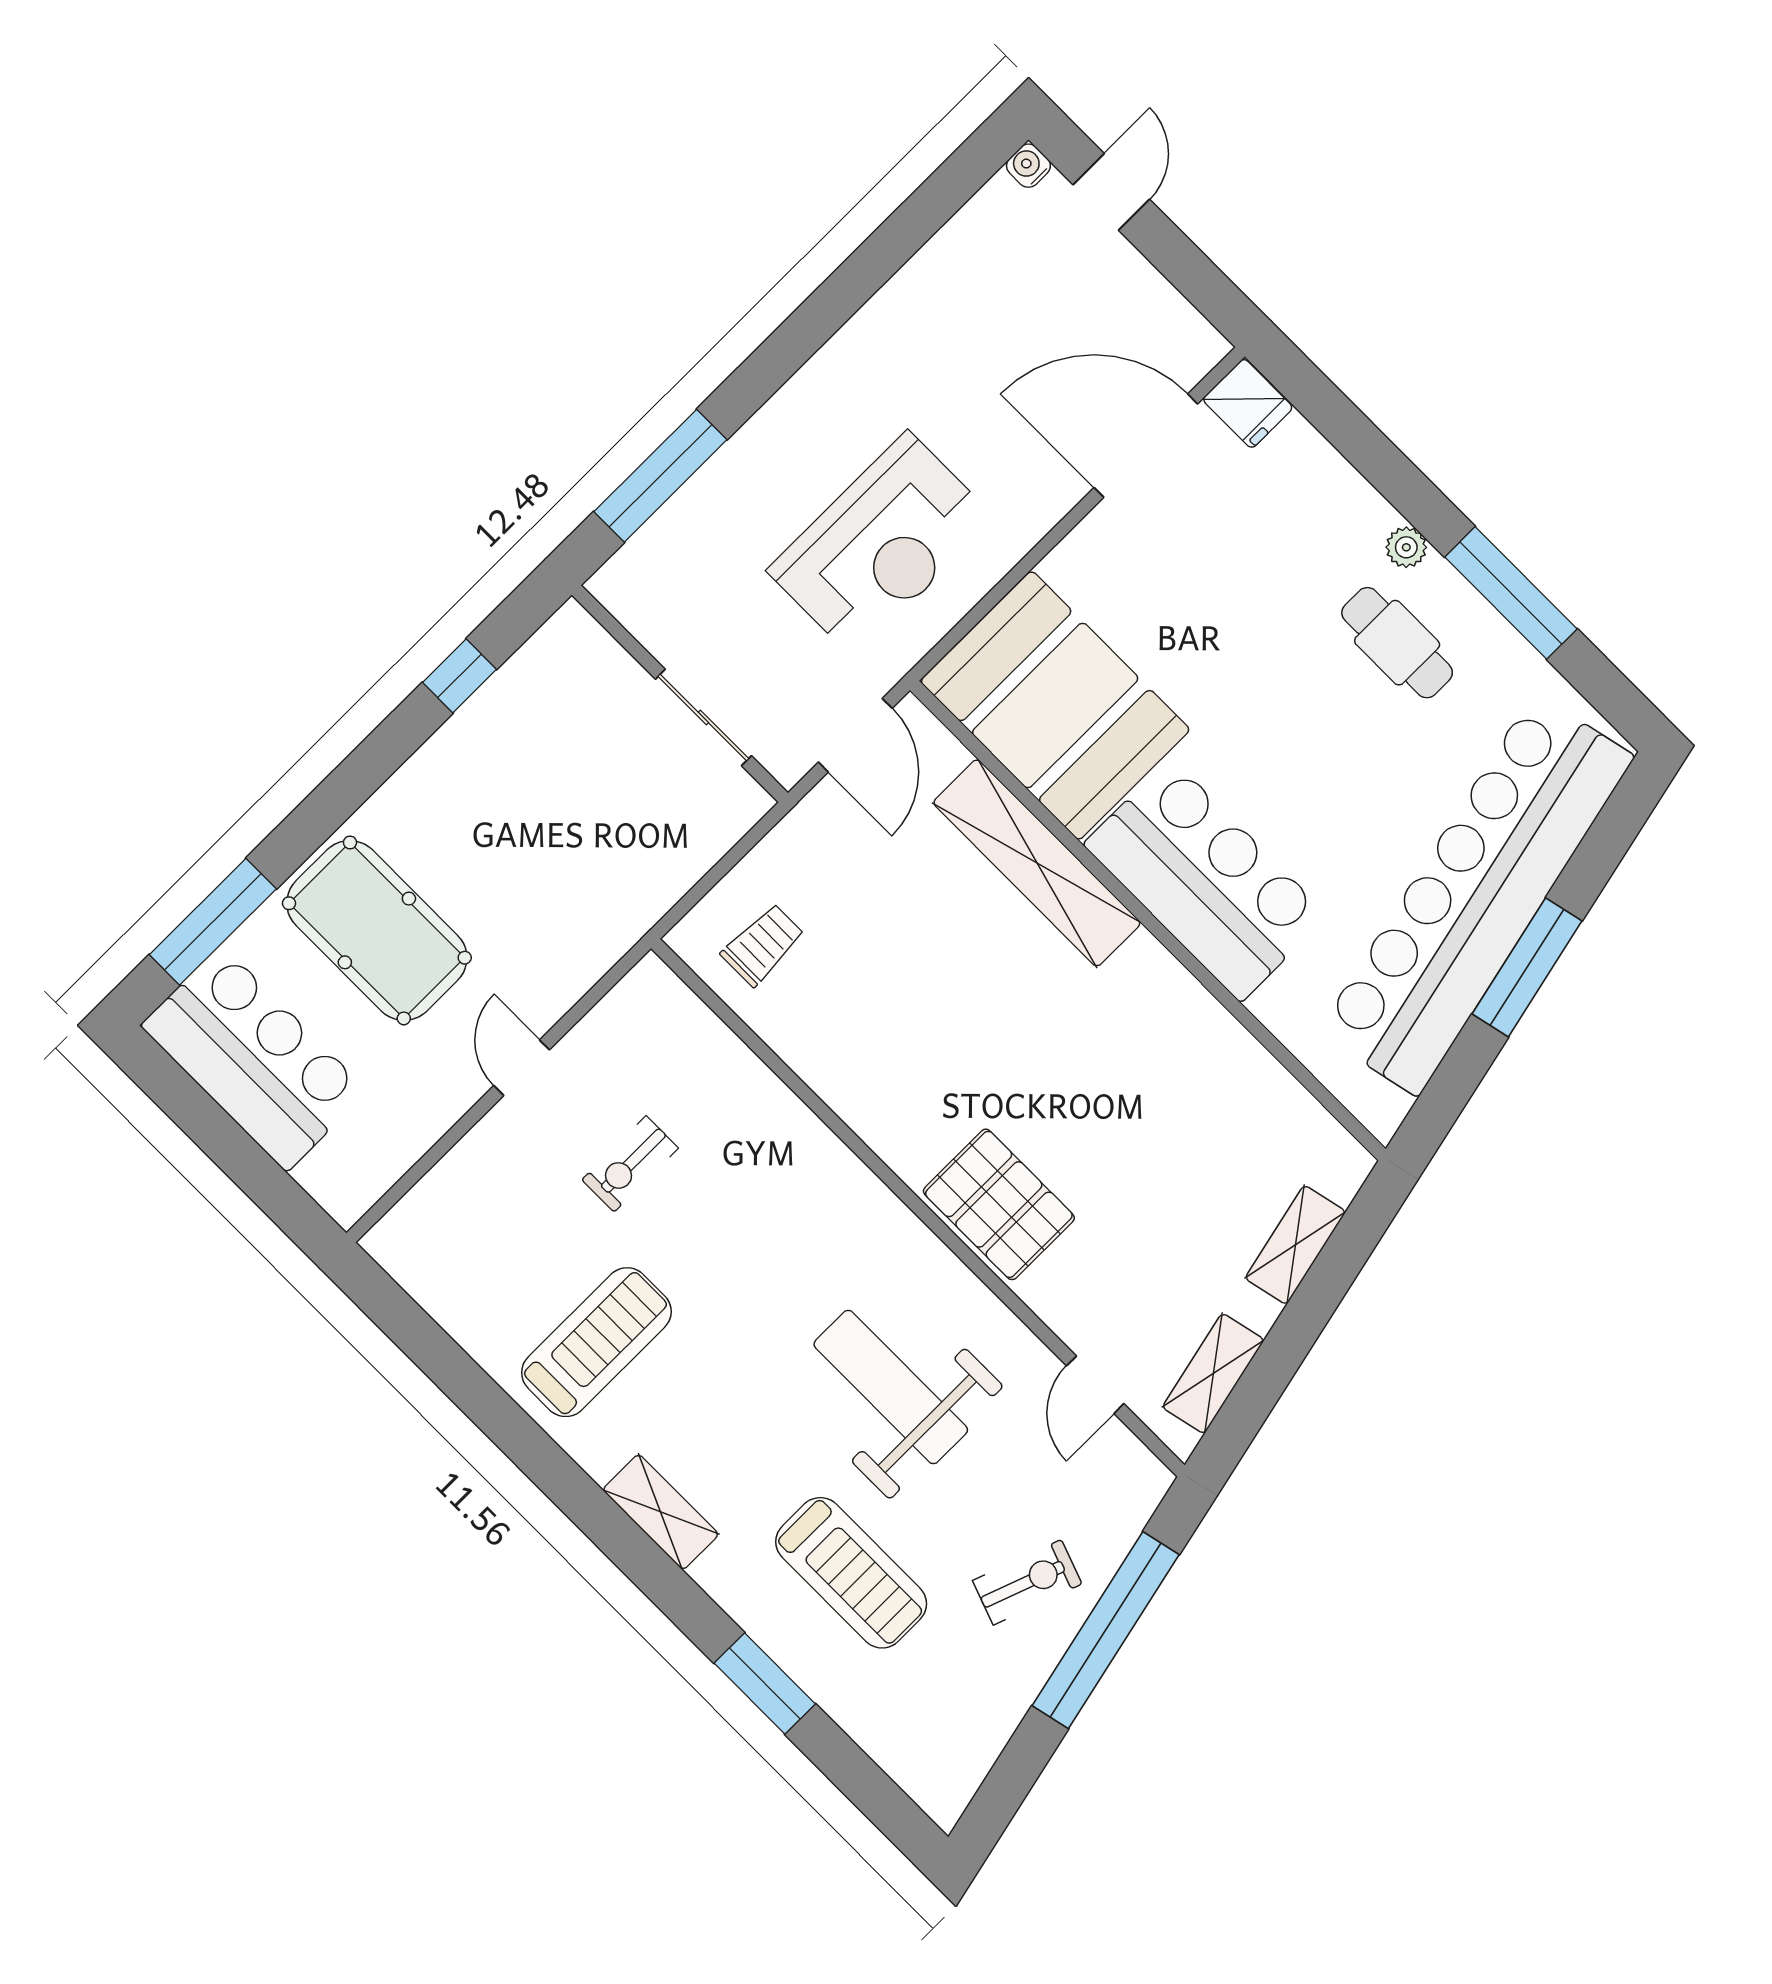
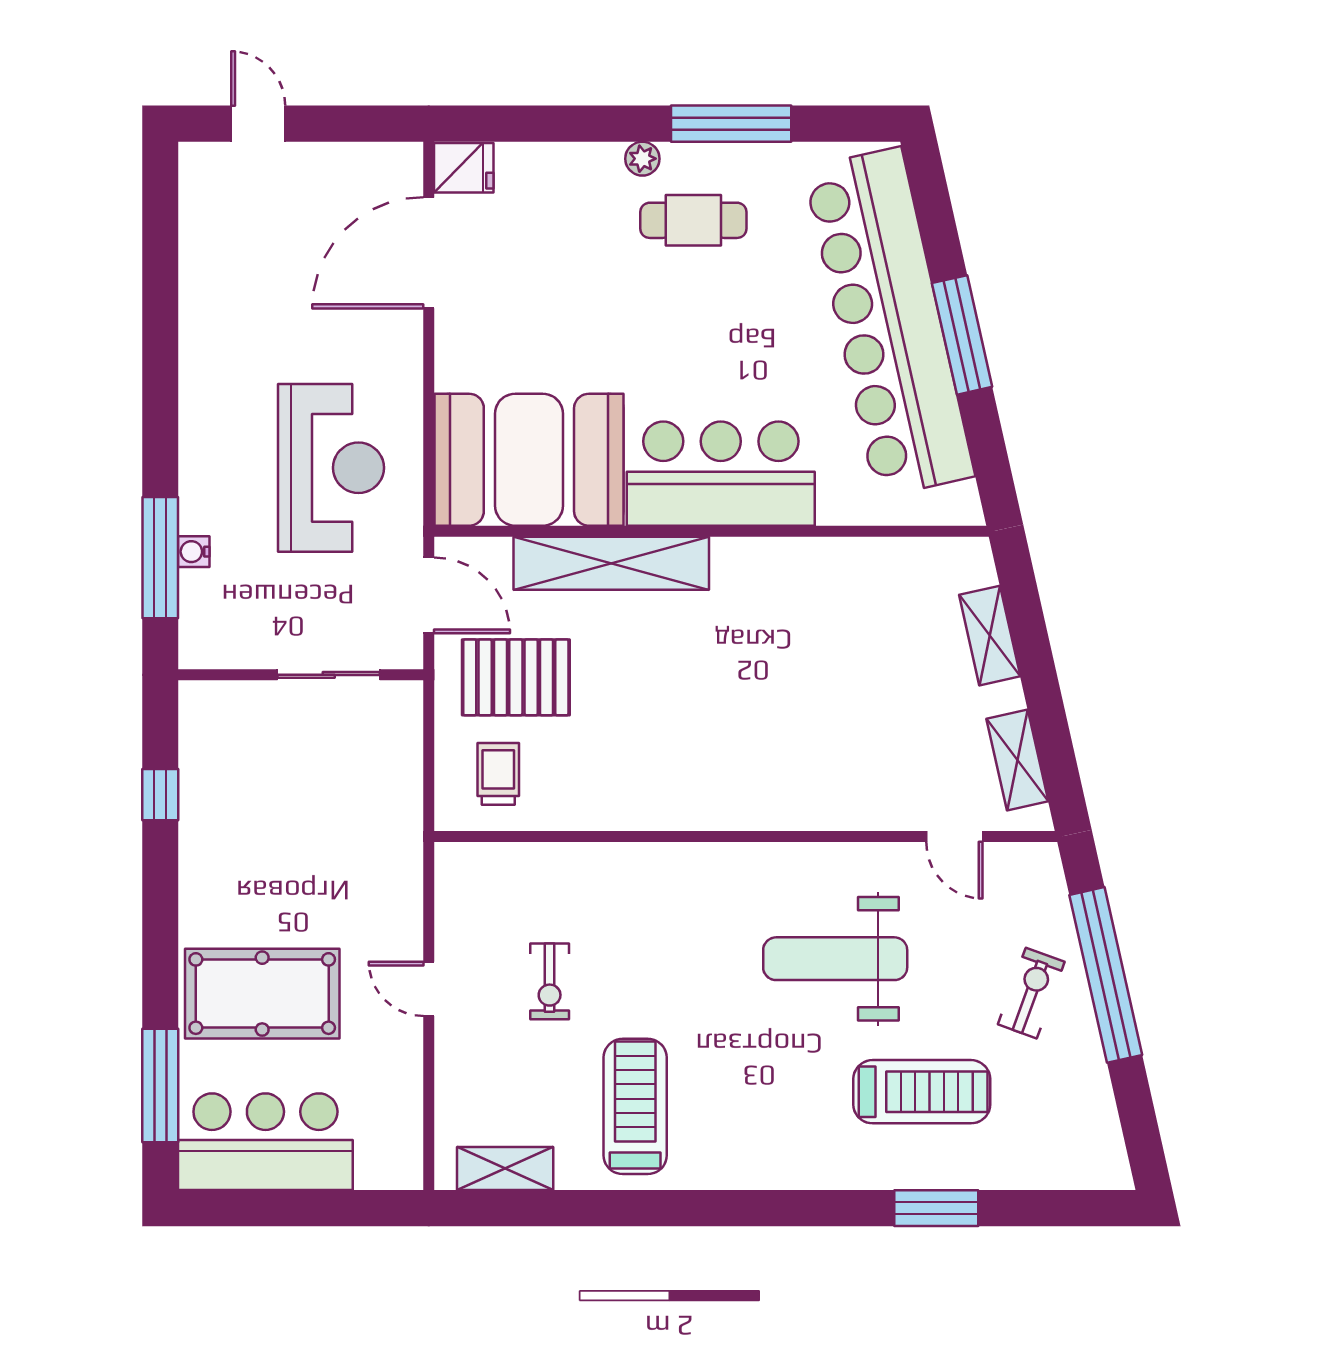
water cooler: (1028, 166) -> (194, 552), moved
pallet: (999, 1204) -> (516, 677), moved
shelving: (661, 1512) -> (505, 1169), moved

